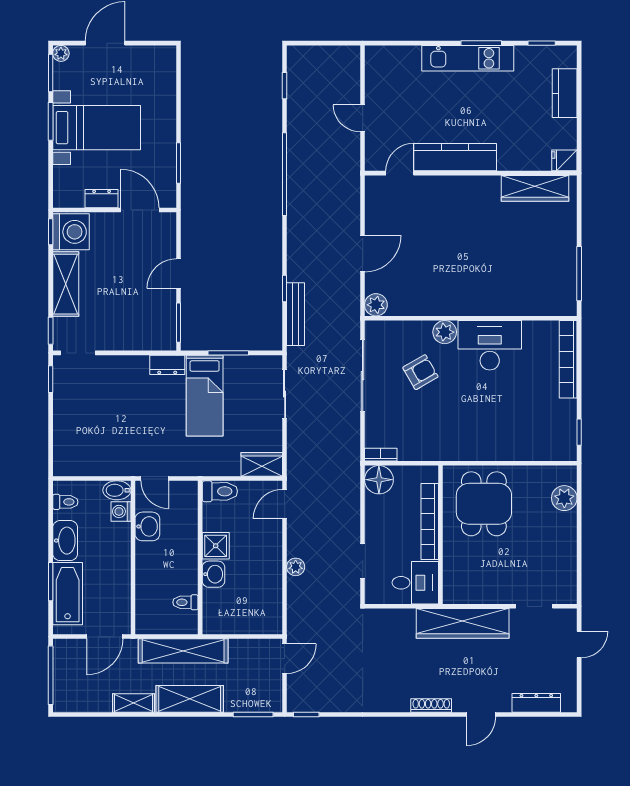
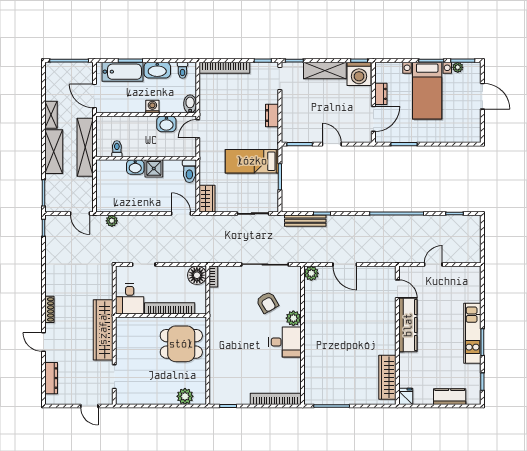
plant: (61, 53) -> (458, 67), moved
desk: (490, 345) -> (285, 342), width x0.73
dresser: (167, 365) -> (272, 116), moved
bookcase: (62, 438) -> (224, 68), added
washing machine: (121, 511) -> (152, 107), moved
plant: (296, 567) -> (112, 221), moved

